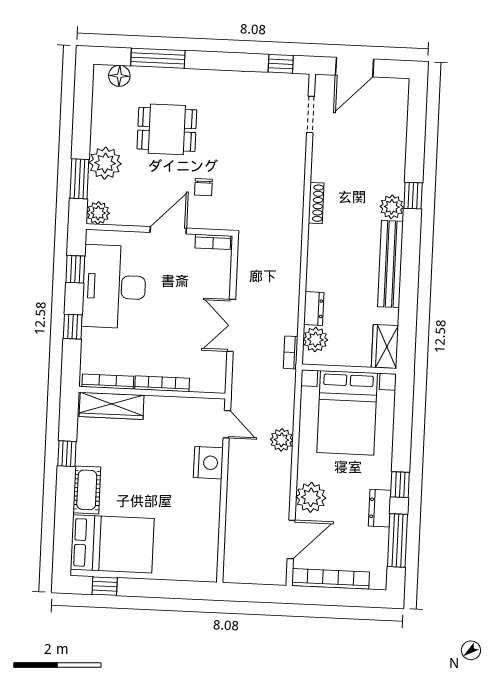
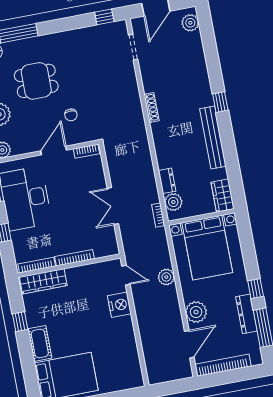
window: (413, 196) -> (220, 102), moved
plant: (392, 207) -> (190, 23), moved
dresser: (380, 508) -> (246, 314), width x1.44

